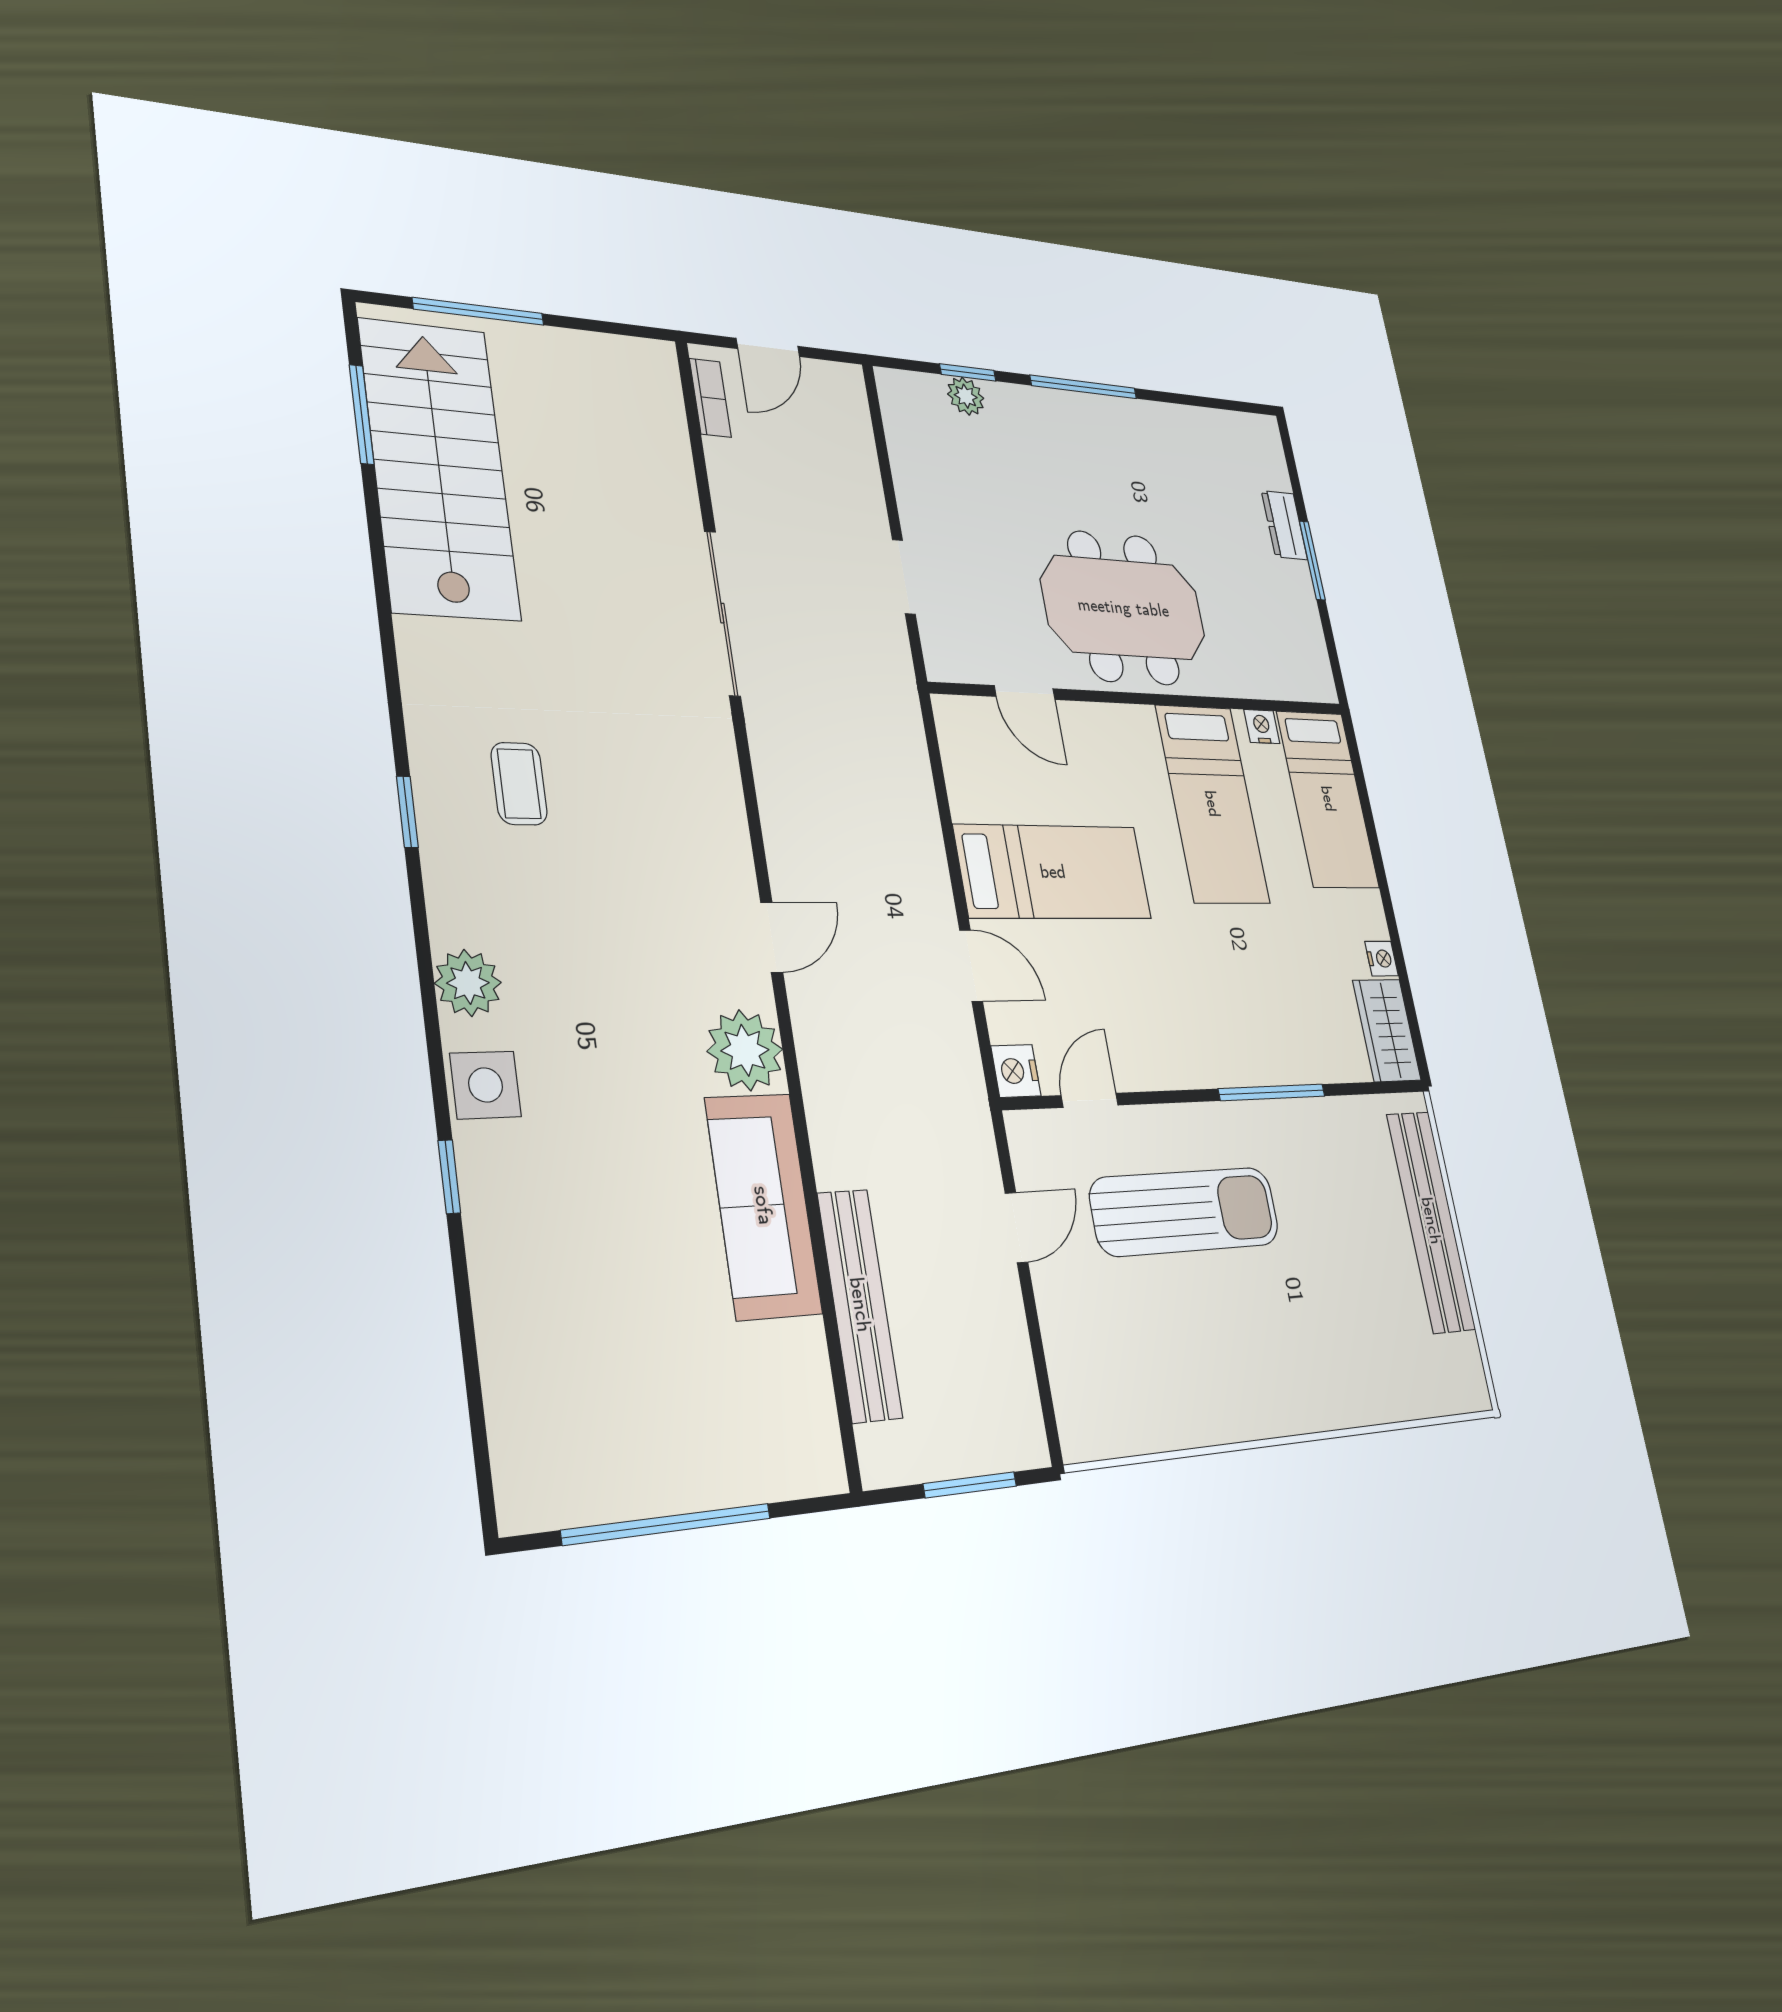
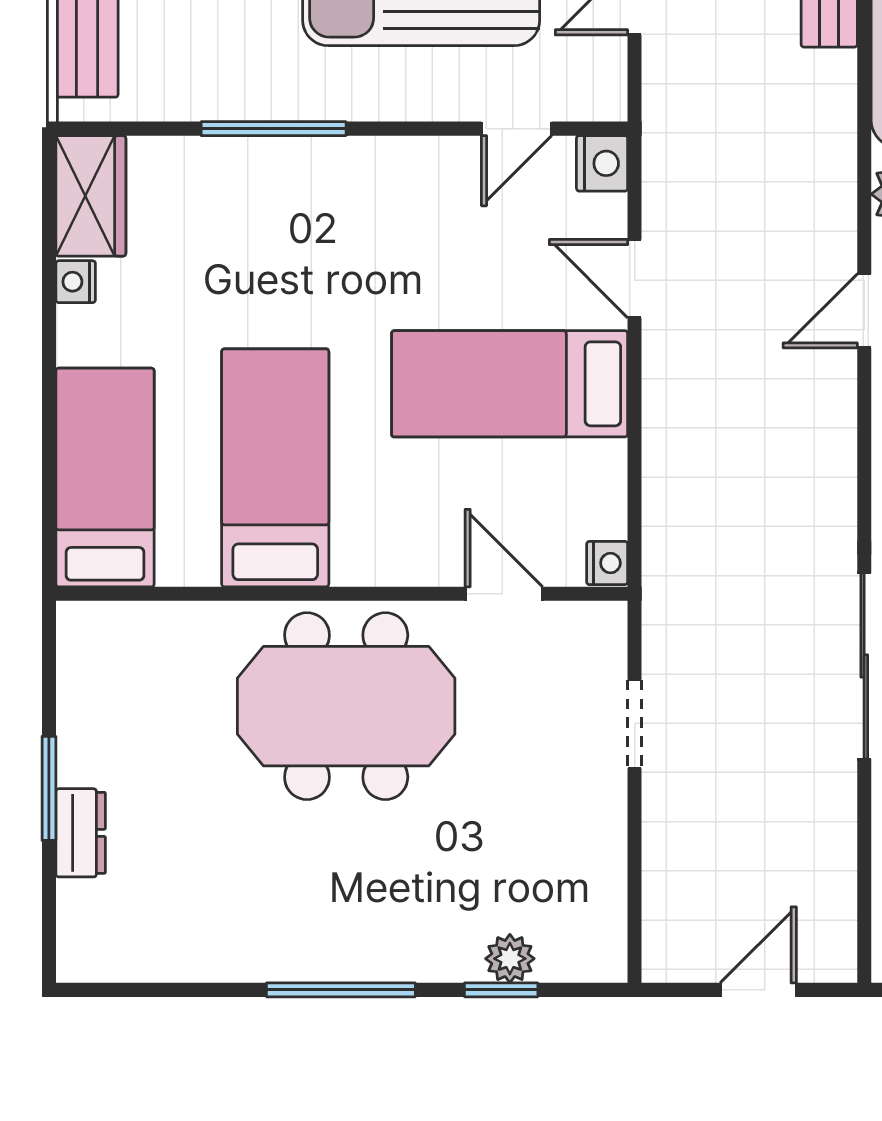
bookcase: (710, 398) -> (839, 919), removed
nightstand: (1262, 727) -> (607, 563), moved, turned -90

